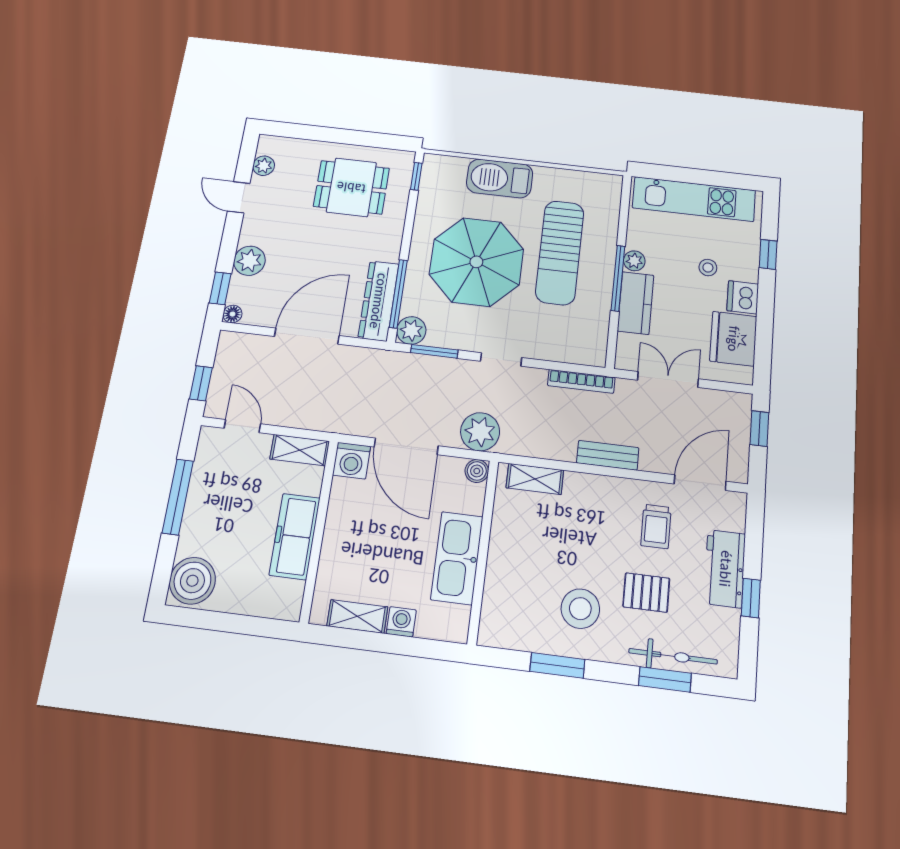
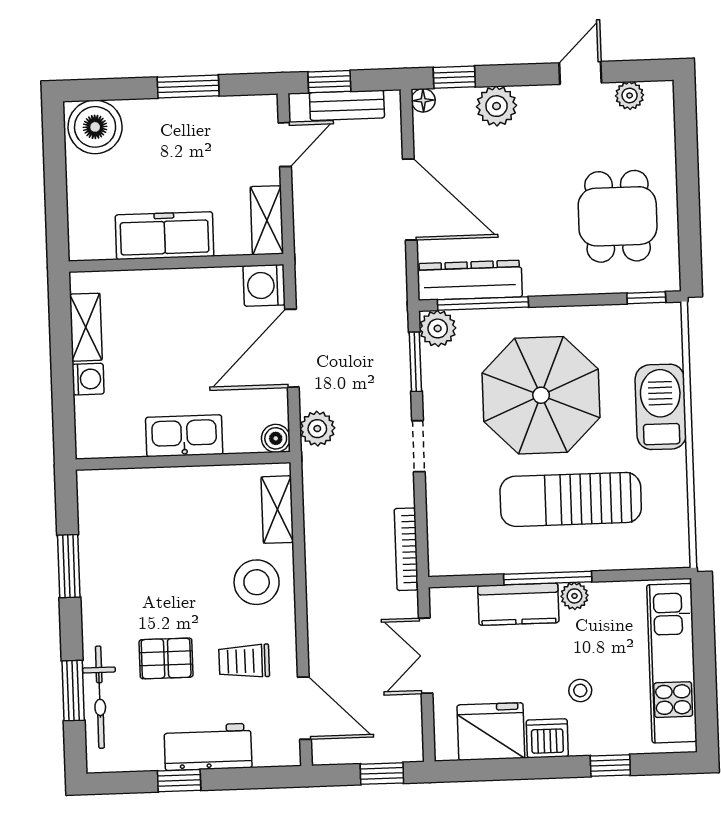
double door: (668, 379) -> (426, 656), swing flipped
plant: (480, 432) -> (317, 429), width x0.73, depth x0.73
bench: (608, 455) -> (347, 105), moved, turned 90
window: (178, 497) -> (188, 86), width x0.69
kitchen sink: (457, 558) -> (184, 436), width x0.73, depth x0.81
pallet: (646, 593) -> (166, 658), turned 90
stool: (580, 609) -> (257, 582), moved

